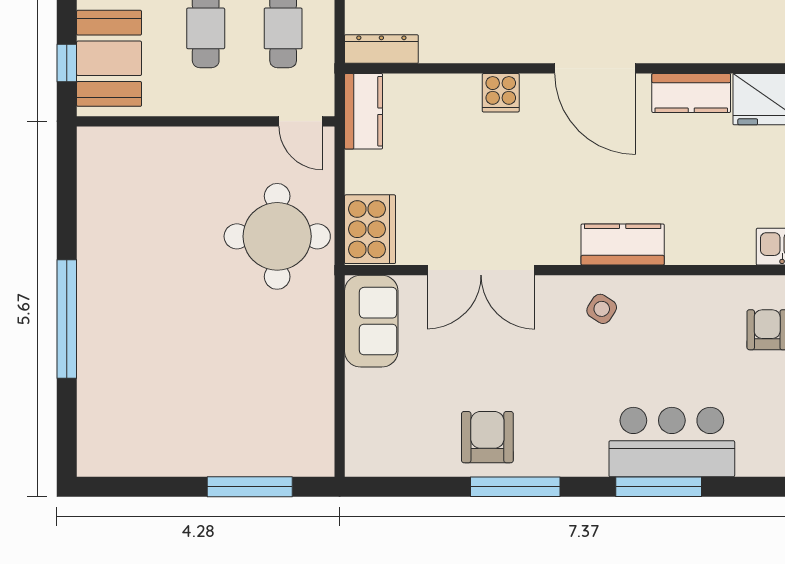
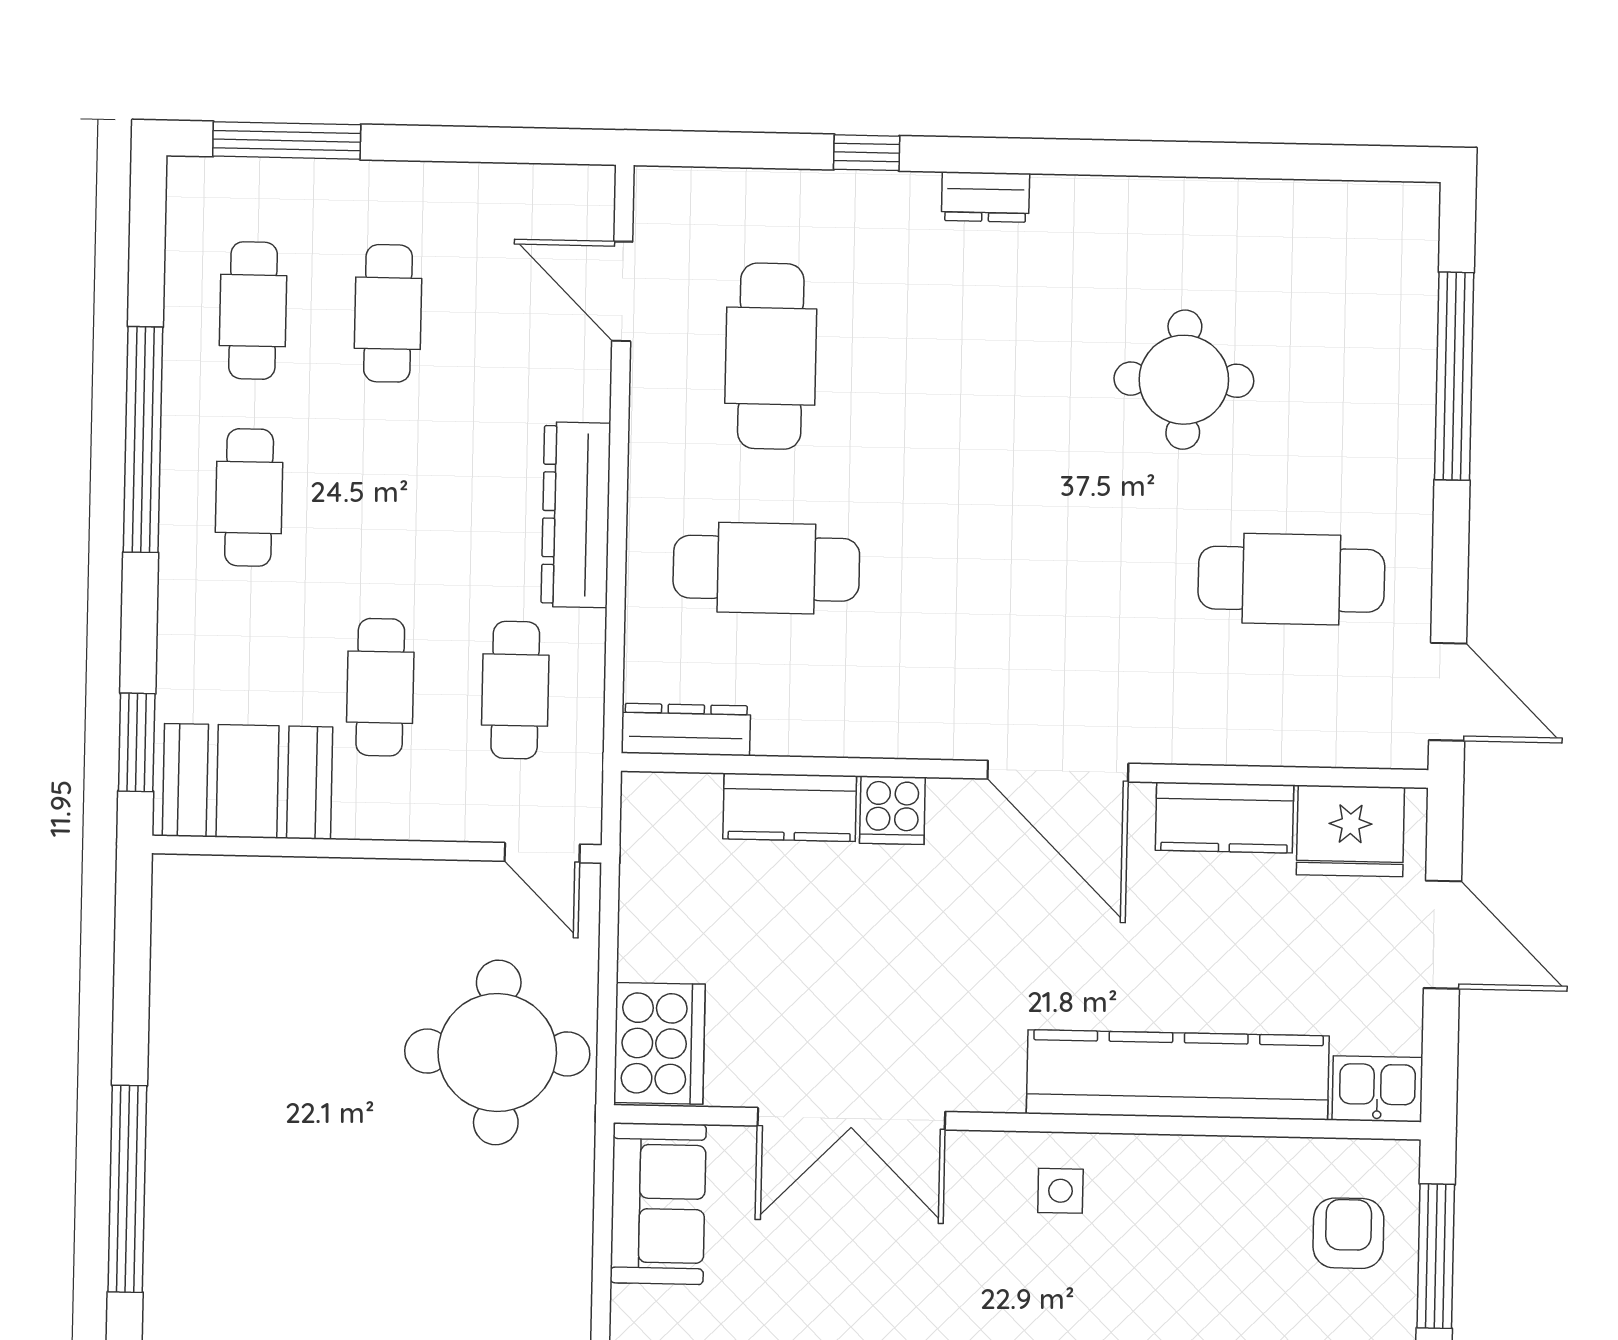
booth: (109, 58) -> (247, 781), moved, turned 90
window: (67, 63) -> (137, 742), width x1.50
kitchen counter: (364, 111) -> (790, 807), moved, turned 90
kitchen counter: (623, 244) -> (1178, 1075), width x2.08, depth x1.17
side table: (602, 309) -> (1060, 1191), turned -33

